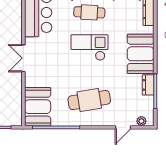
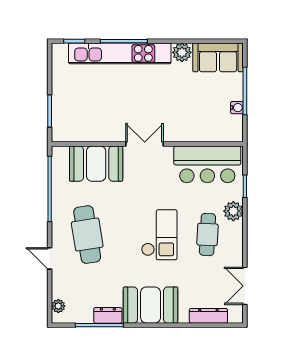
booth: (38, 107) -> (96, 164), moved
door: (123, 127) -> (50, 258), moved

